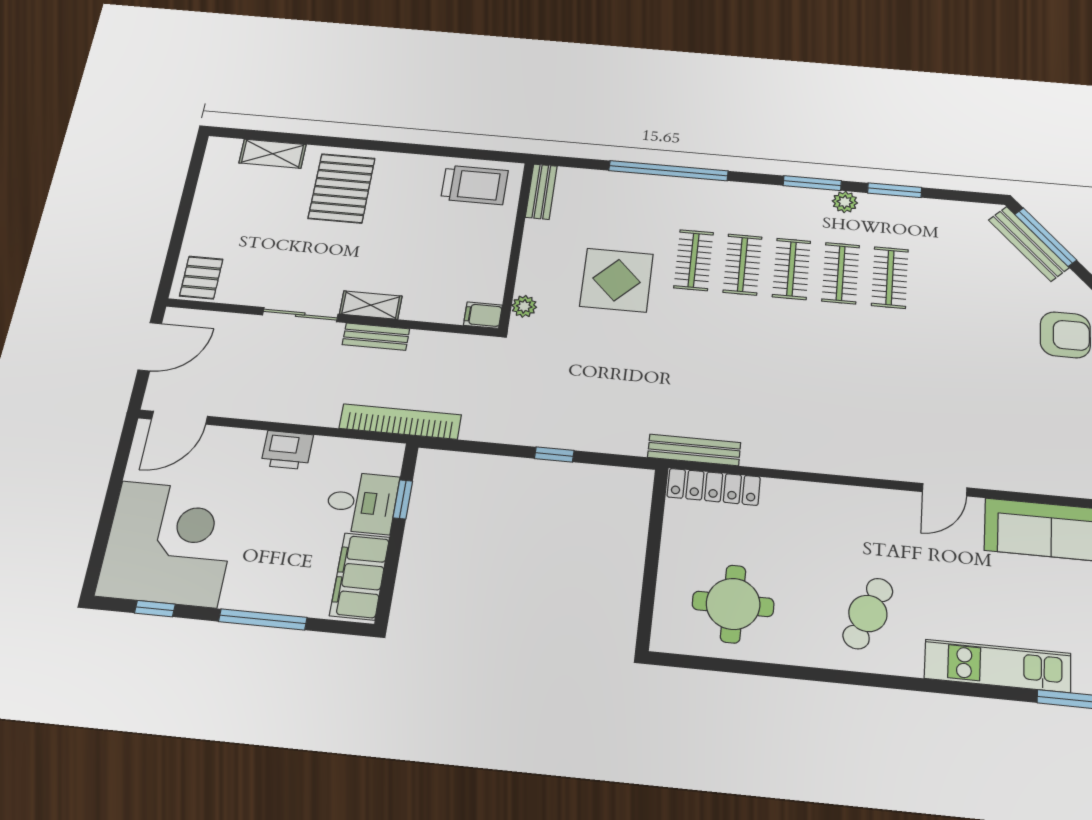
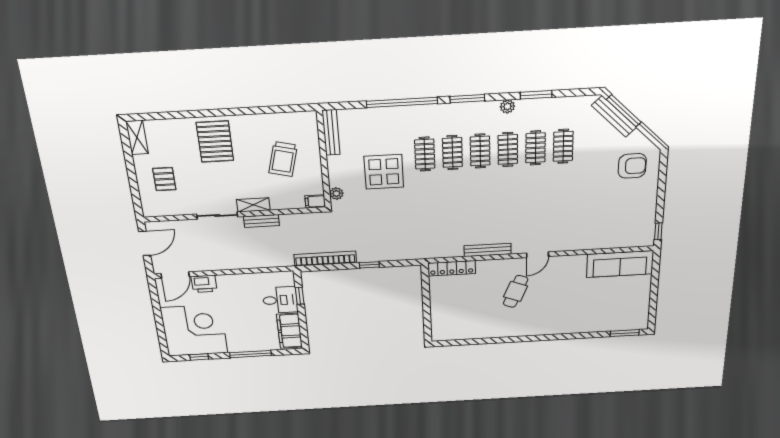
shelving: (273, 154) -> (137, 137), moved, turned 90
window: (812, 183) -> (467, 99), moved
trolley: (474, 185) -> (283, 159), moved, turned 104
bench: (541, 192) -> (331, 132), width x1.36
pallet: (201, 278) -> (164, 179), moved
clothes rail: (939, 282) -> (563, 146), added
bookcase: (400, 422) -> (325, 259), moved
printer: (287, 450) -> (204, 284), moved
bench: (694, 450) -> (488, 250), moved
door: (945, 490) -> (538, 255), moved
round table: (733, 604) -> (468, 317), removed
cafe table: (868, 613) -> (516, 291), moved
kitchen unit: (998, 666) -> (592, 325), removed

